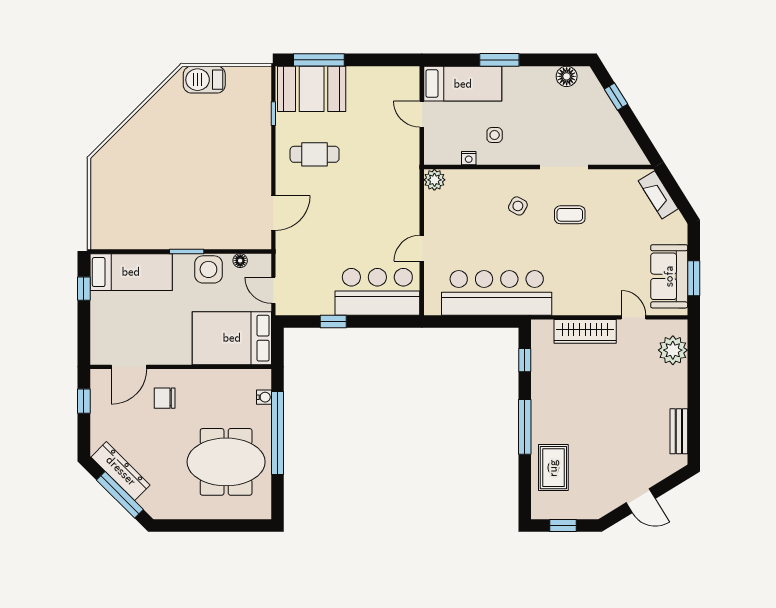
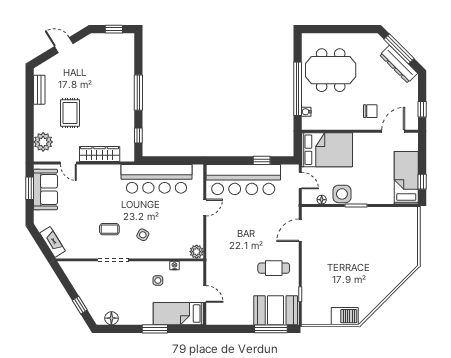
bed: (131, 272) -> (406, 178), moved, turned 90
bar counter: (377, 292) -> (243, 180), width x1.36
rug: (553, 468) -> (70, 113), moved

